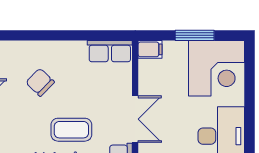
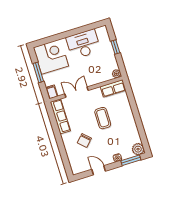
row of seats: (110, 51) -> (60, 116), width x1.48
double door: (135, 119) -> (77, 92), moved

